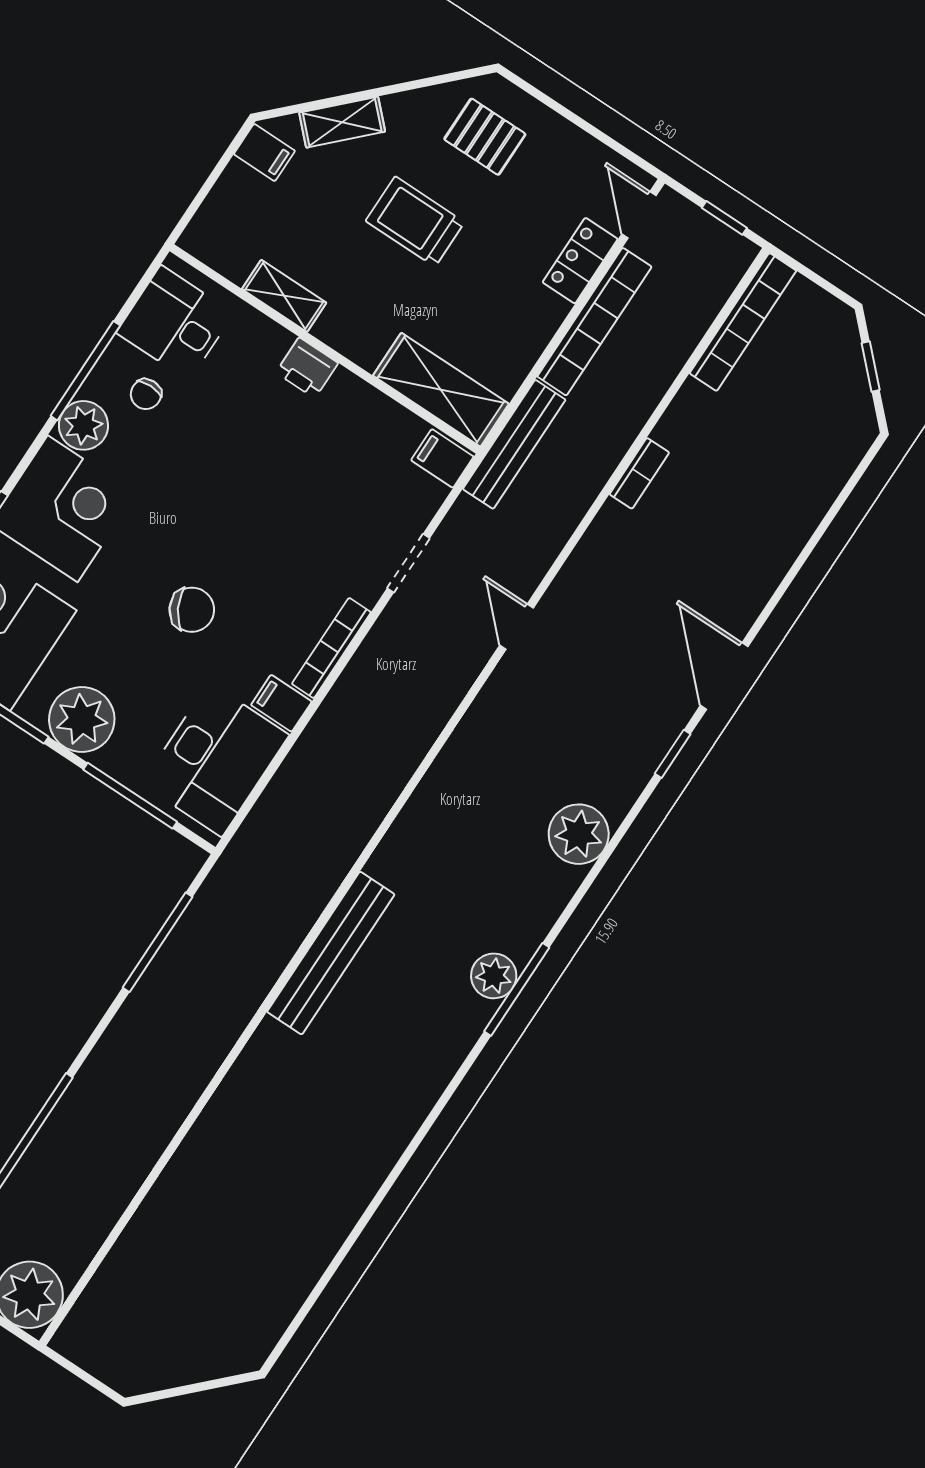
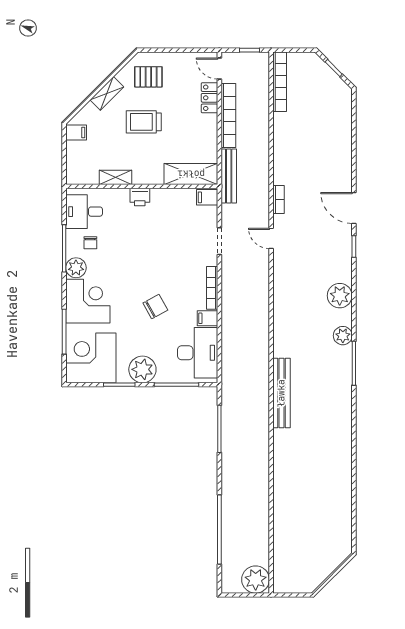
shelving: (342, 122) -> (107, 93), moved
bookcase: (639, 473) -> (278, 200), moved
plant: (494, 976) -> (343, 336), moved

